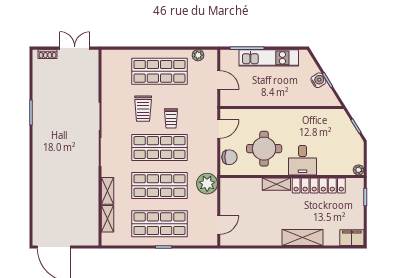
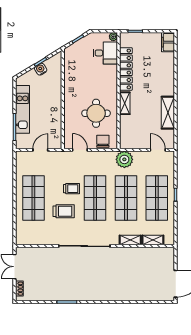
plant: (198, 55) -> (20, 167), removed
desk: (302, 160) -> (105, 53), moved
shelving: (302, 237) -> (168, 113), moved

